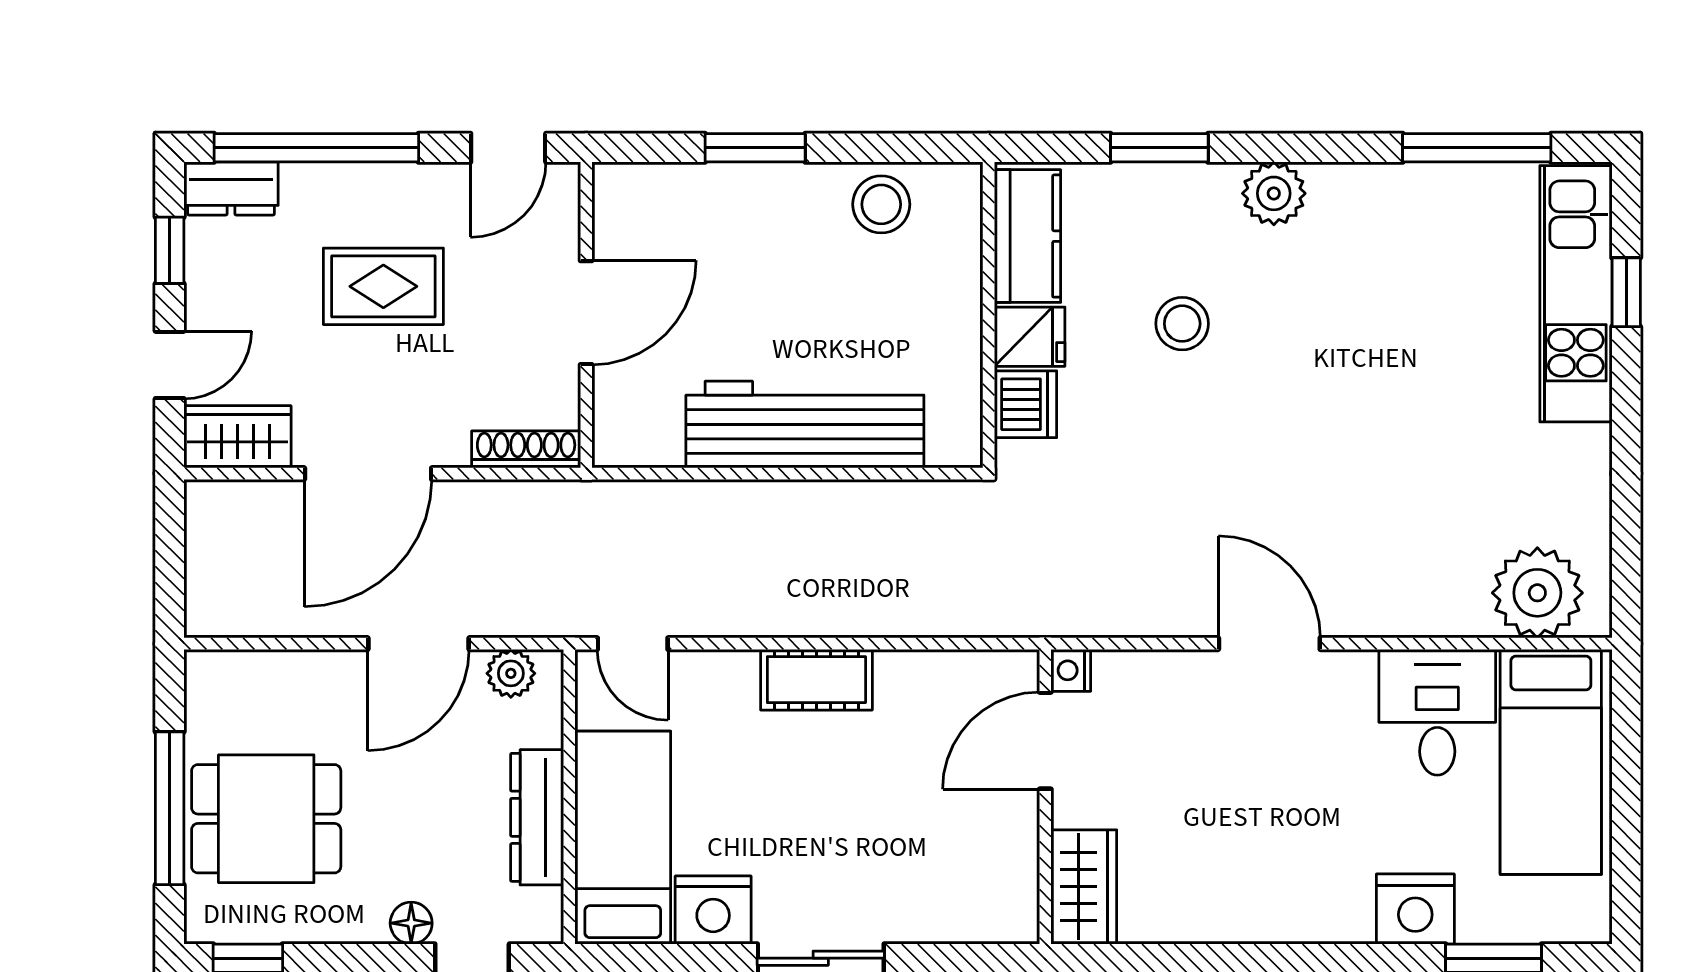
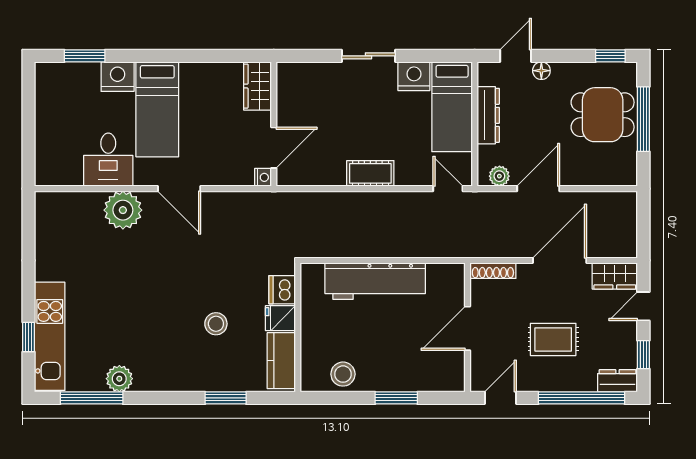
plant: (1274, 193) -> (119, 379), moved
plant: (1537, 593) -> (123, 210), moved
bed: (1551, 762) -> (157, 109), moved, turned 180

